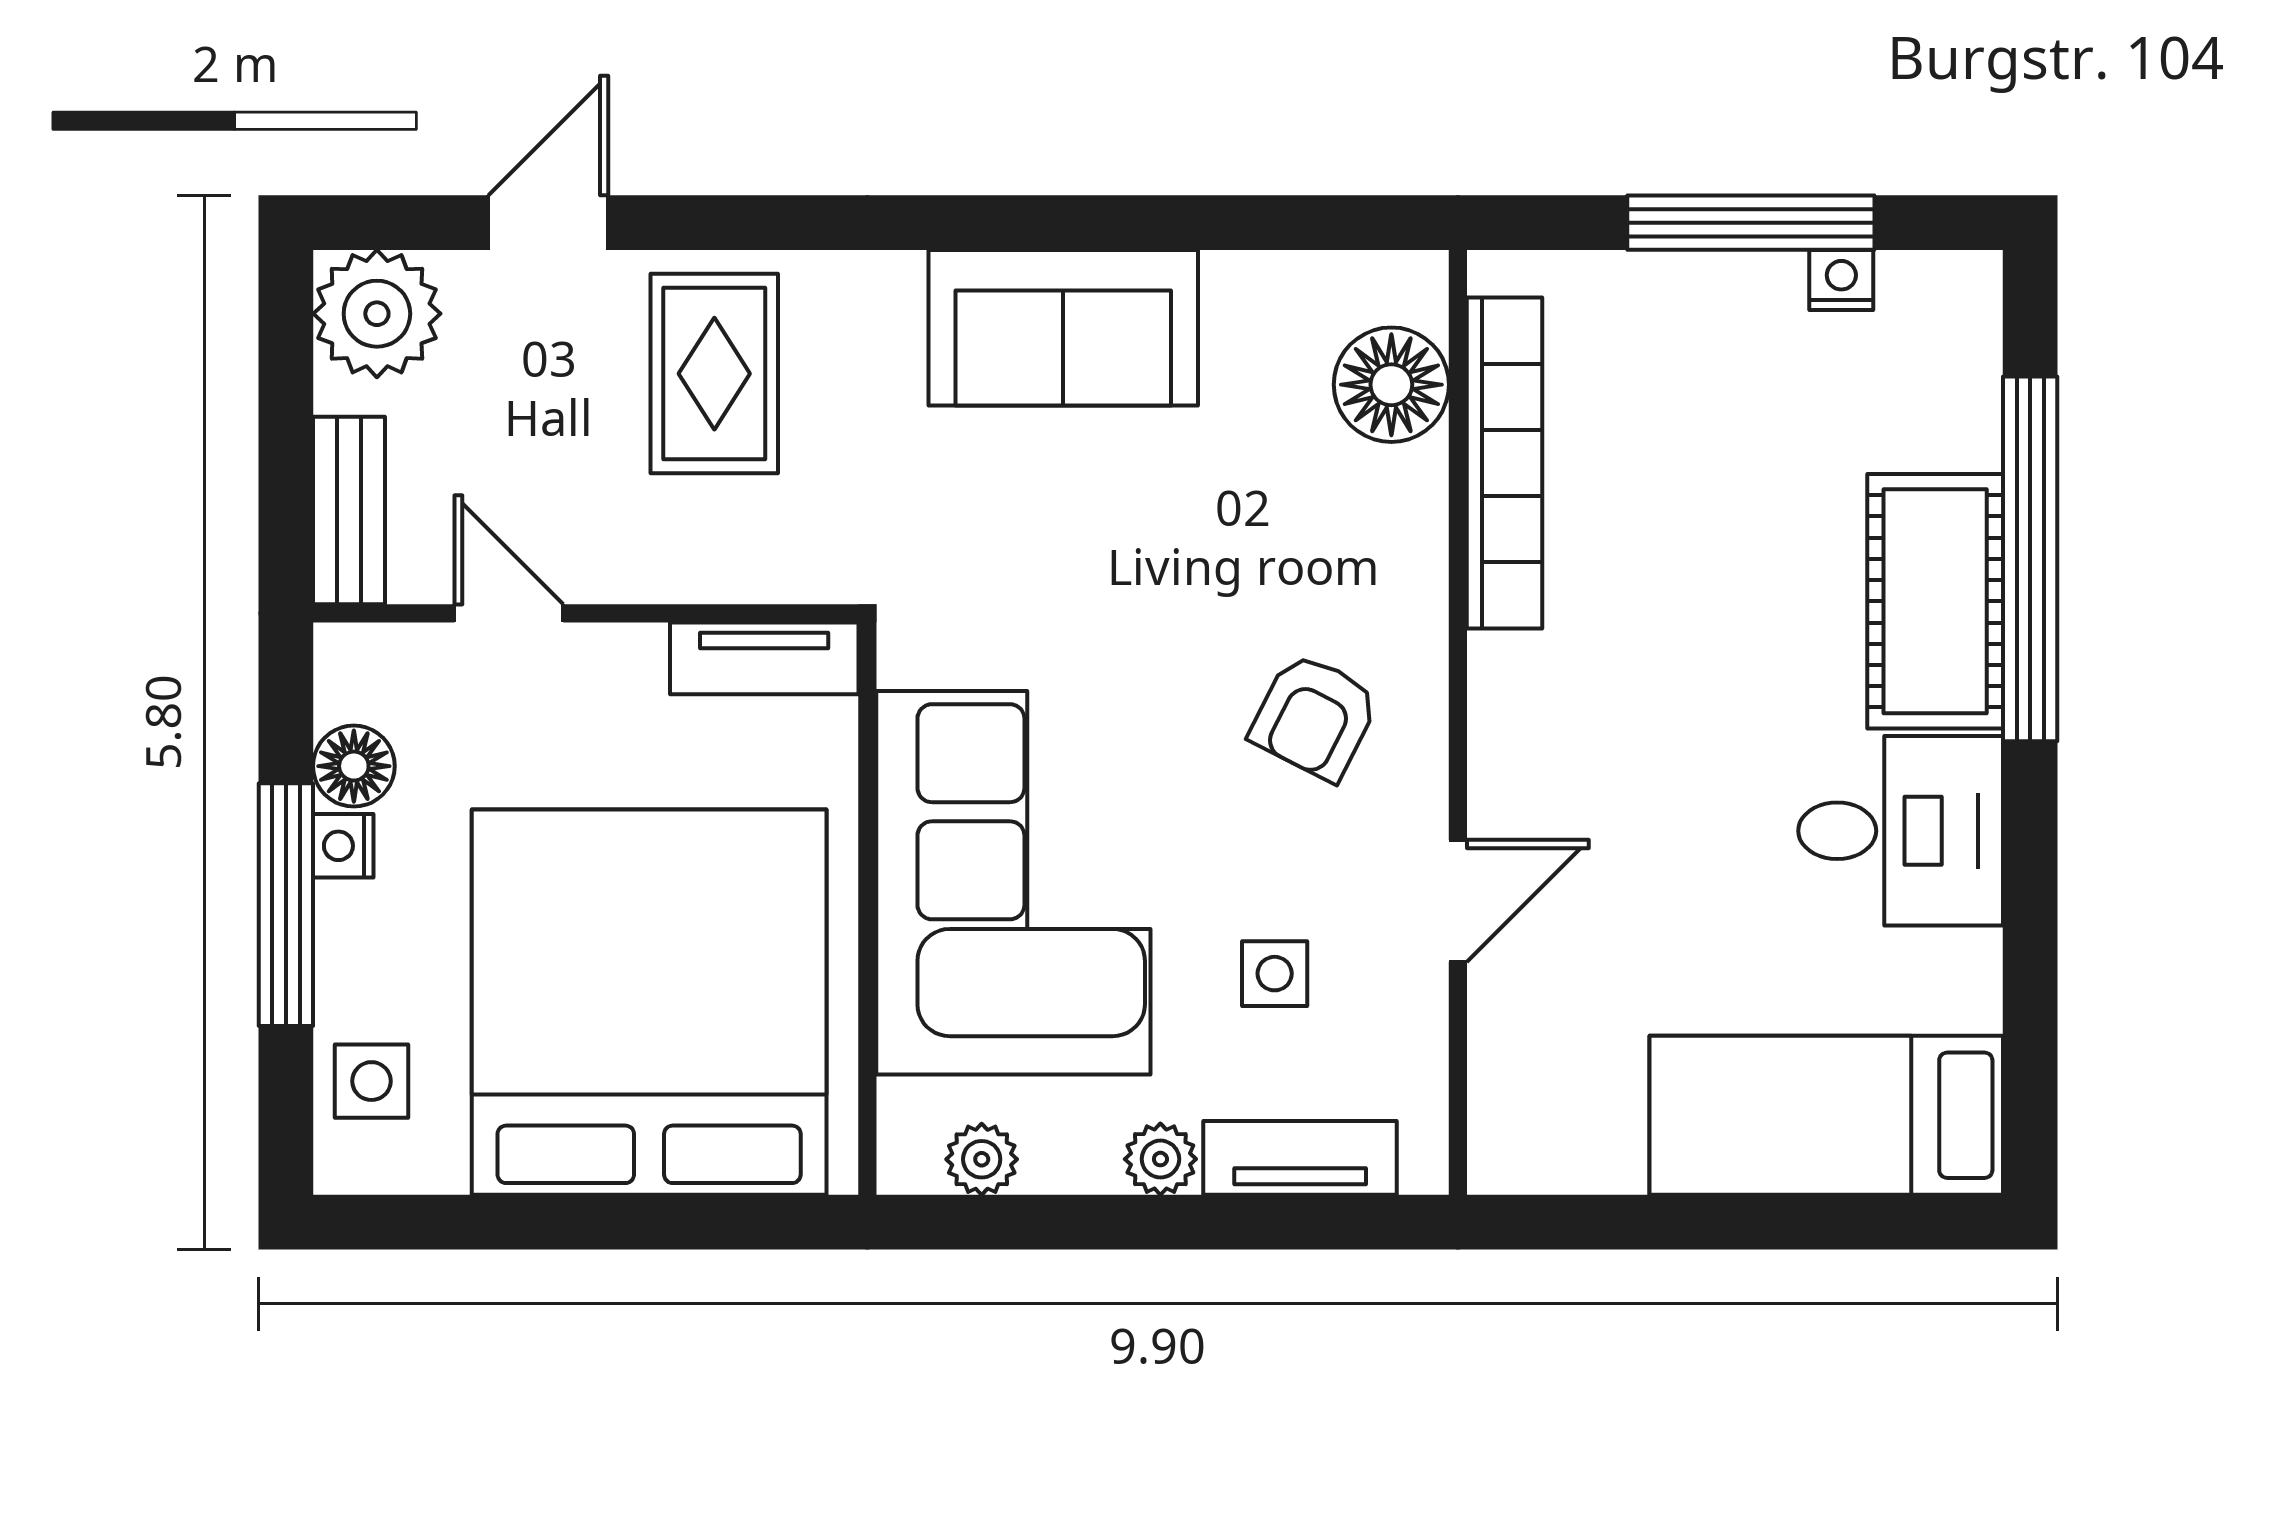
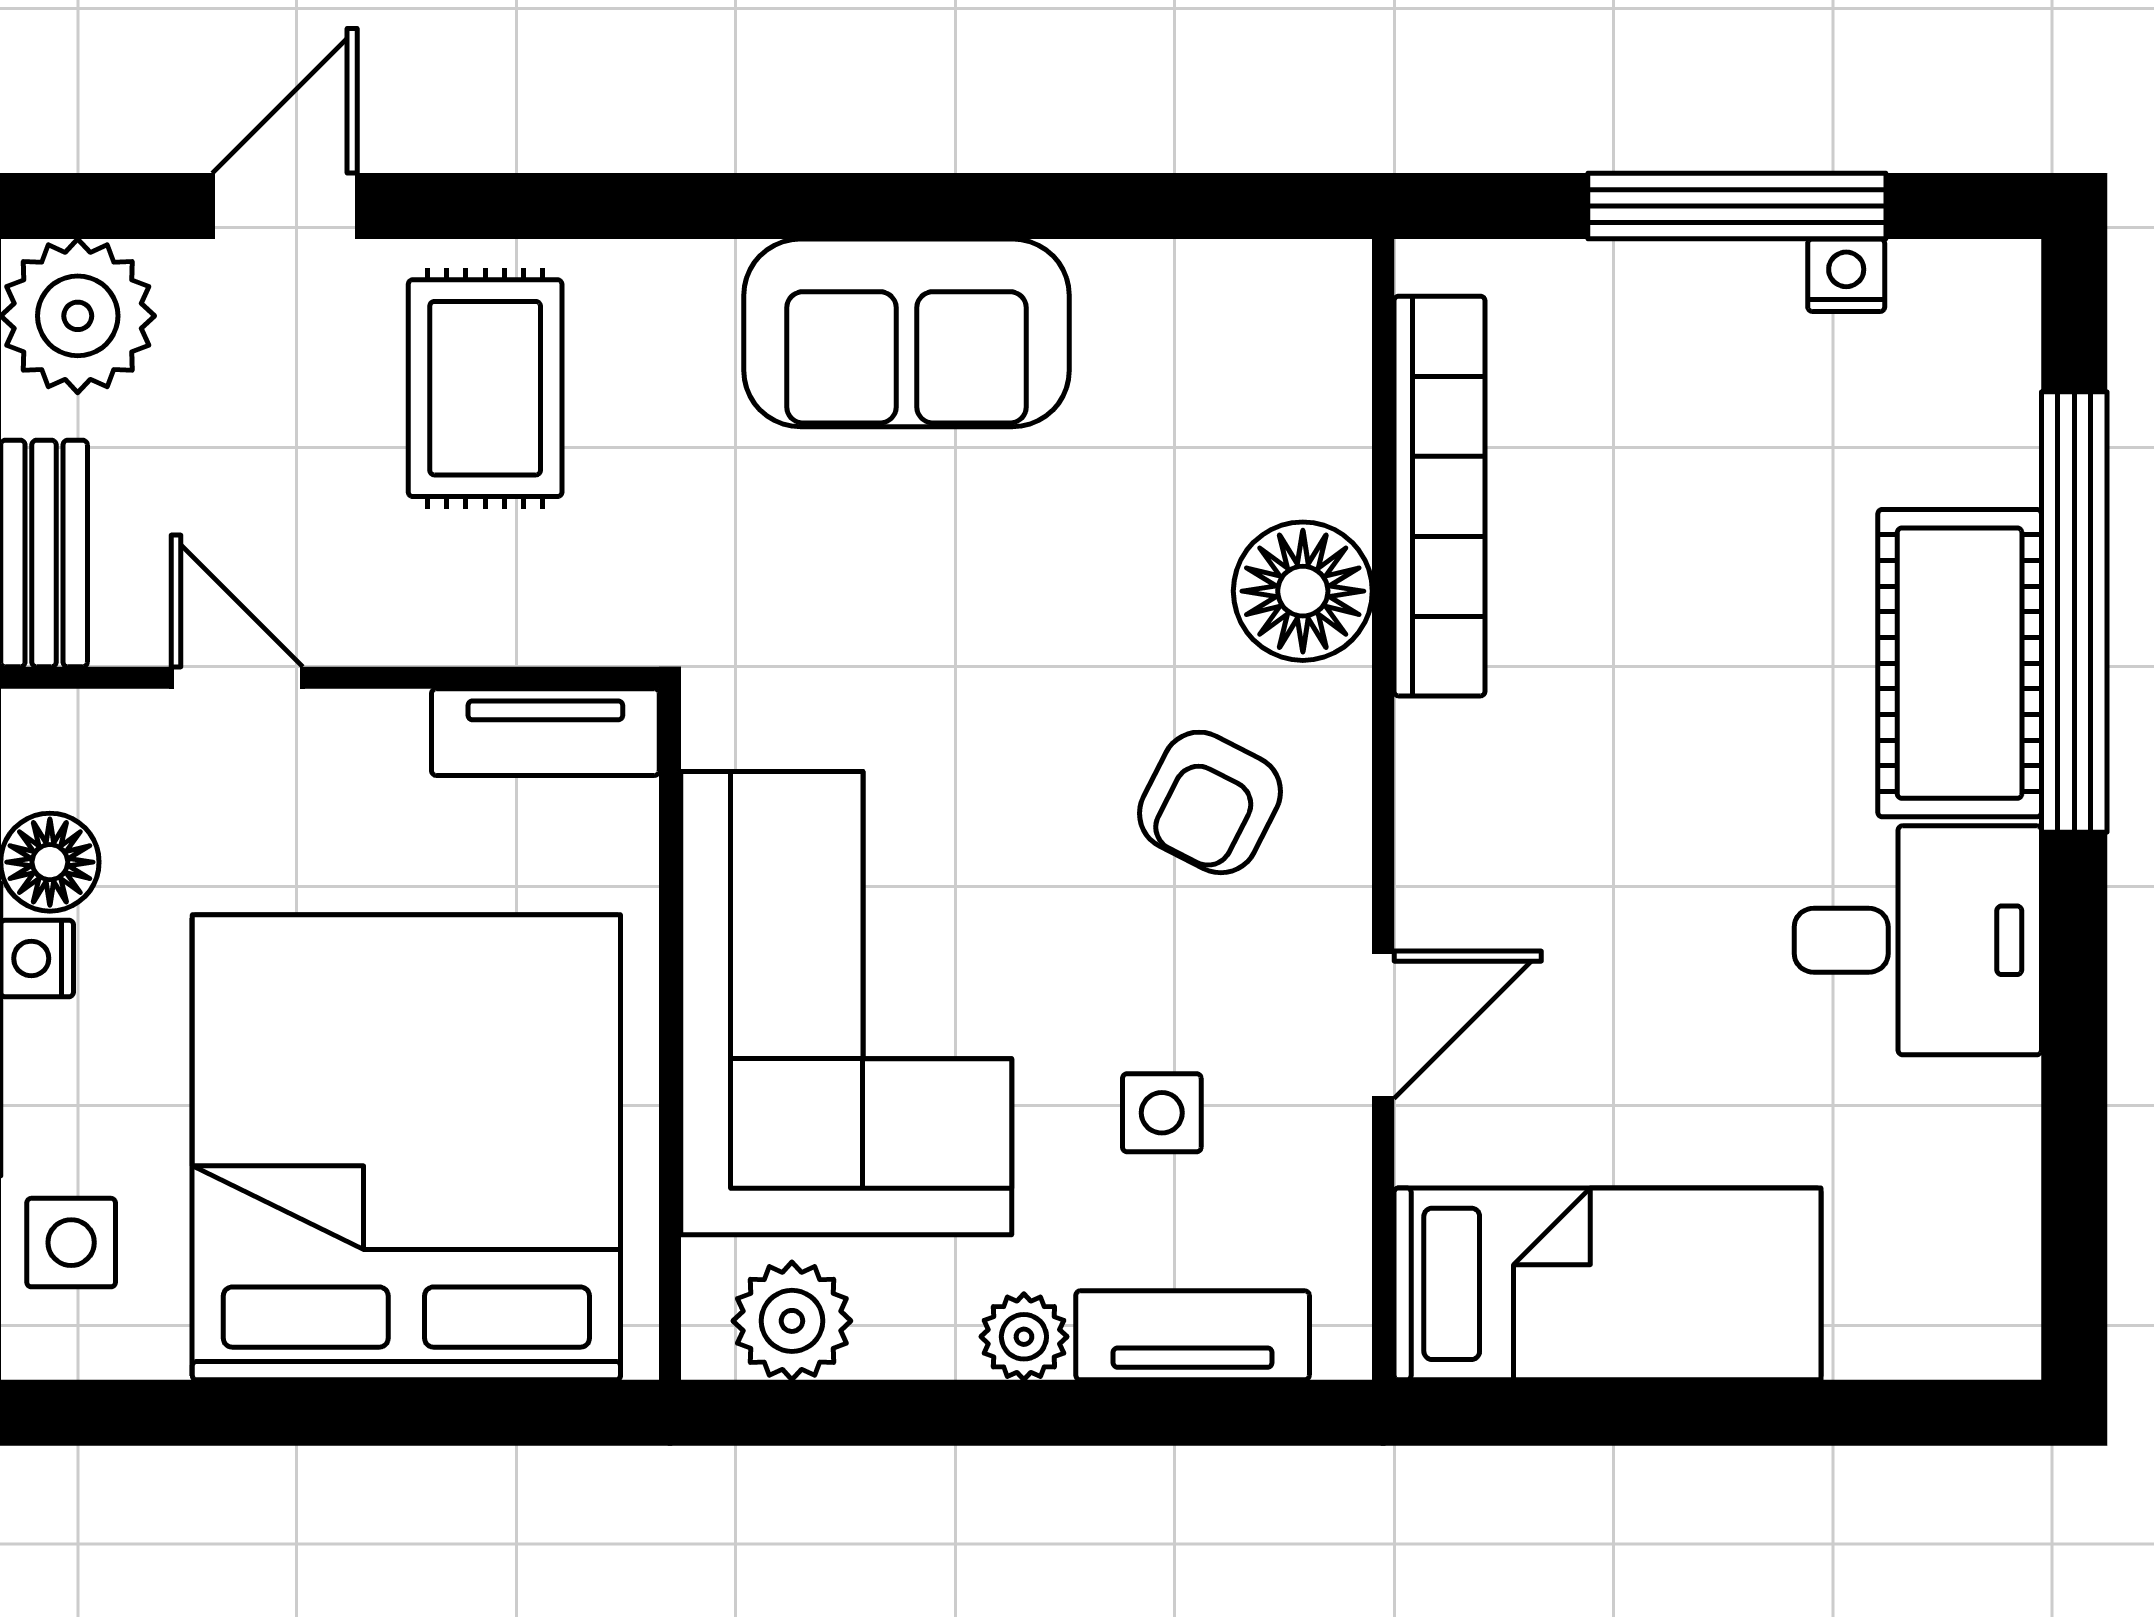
floor lamp: (1391, 385) -> (1303, 591), moved
bed: (1826, 1115) -> (1607, 1284), moved, turned 180
plant: (982, 1159) -> (792, 1321), width x1.38, depth x1.38

